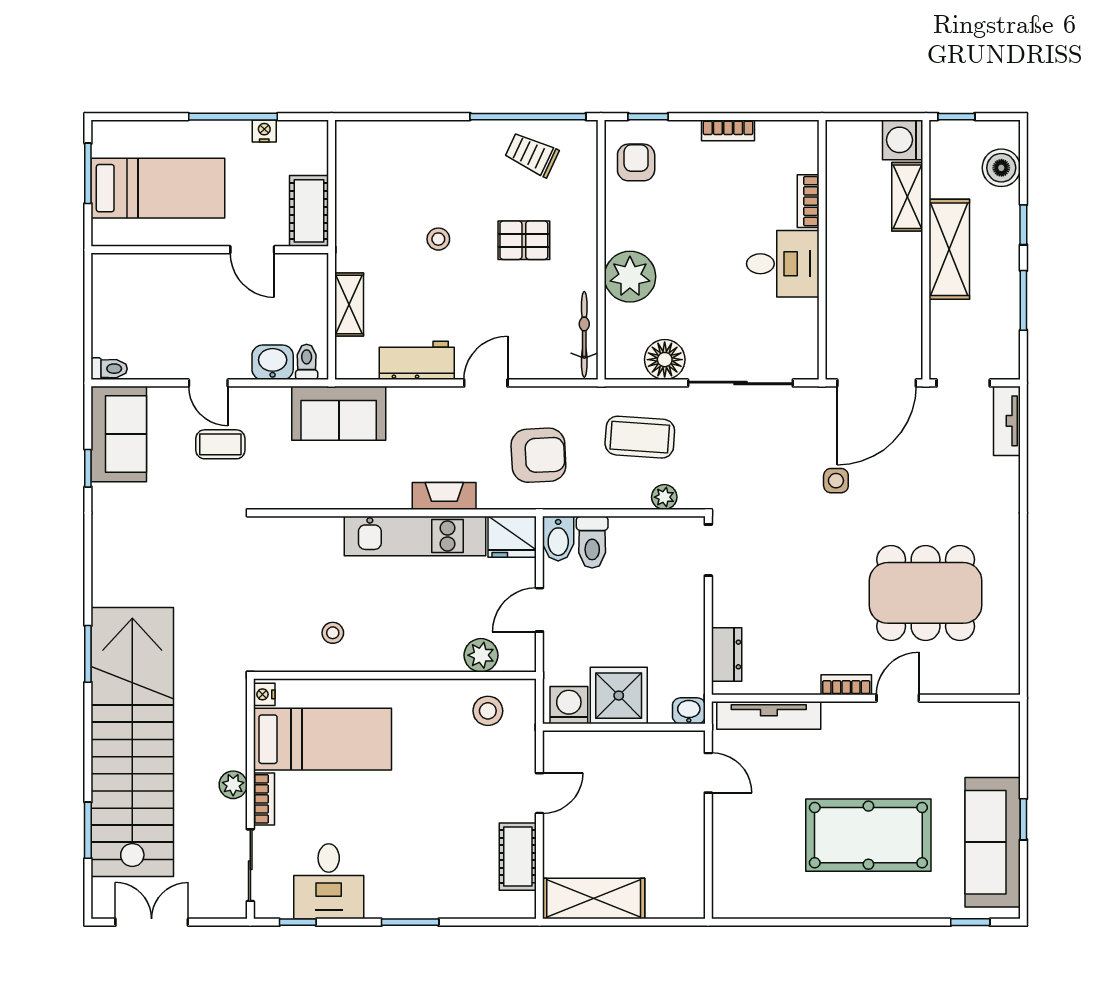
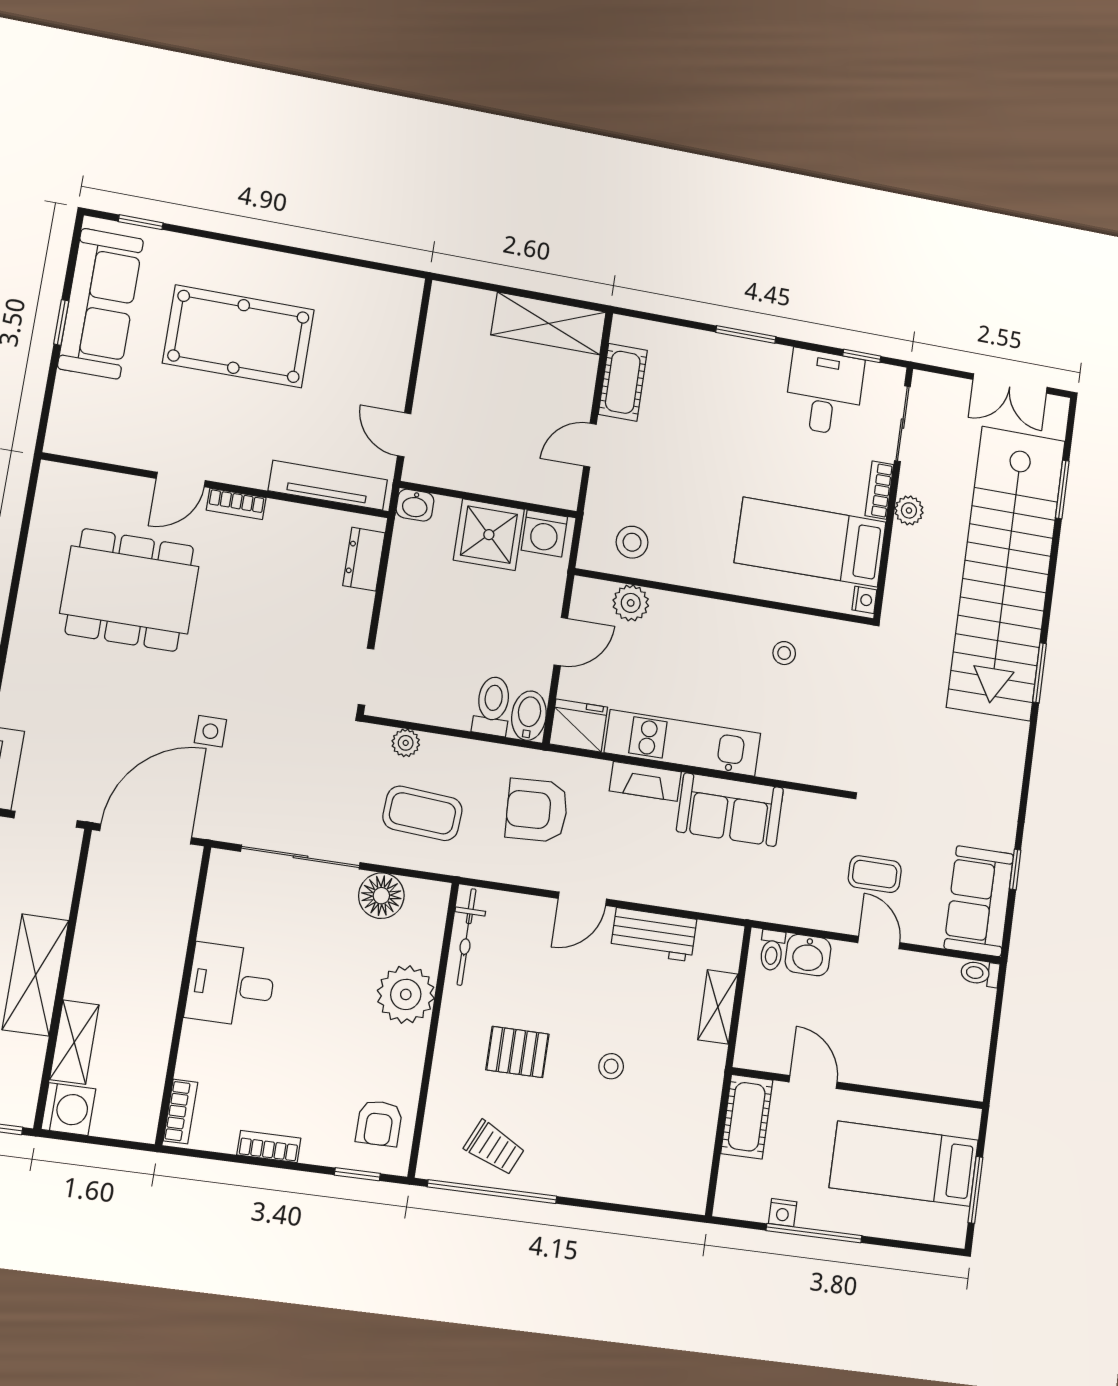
bookcase: (808, 201) -> (180, 1112), moved
sofa: (339, 413) -> (730, 810), moved, turned 180

